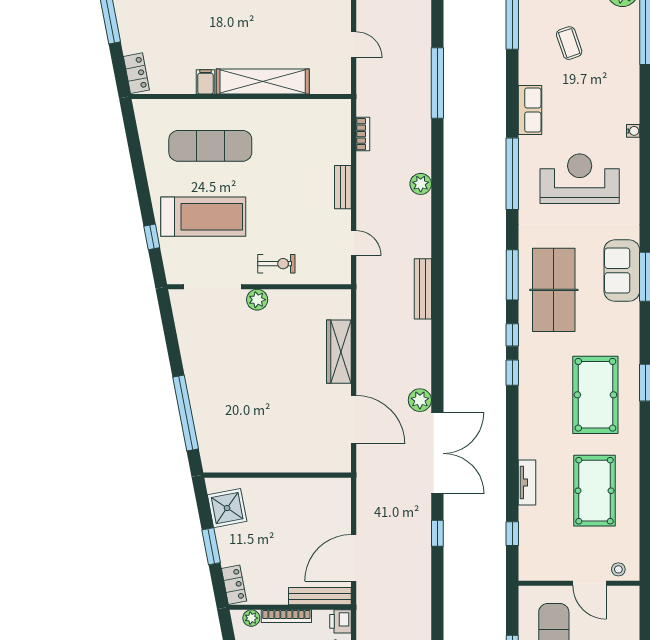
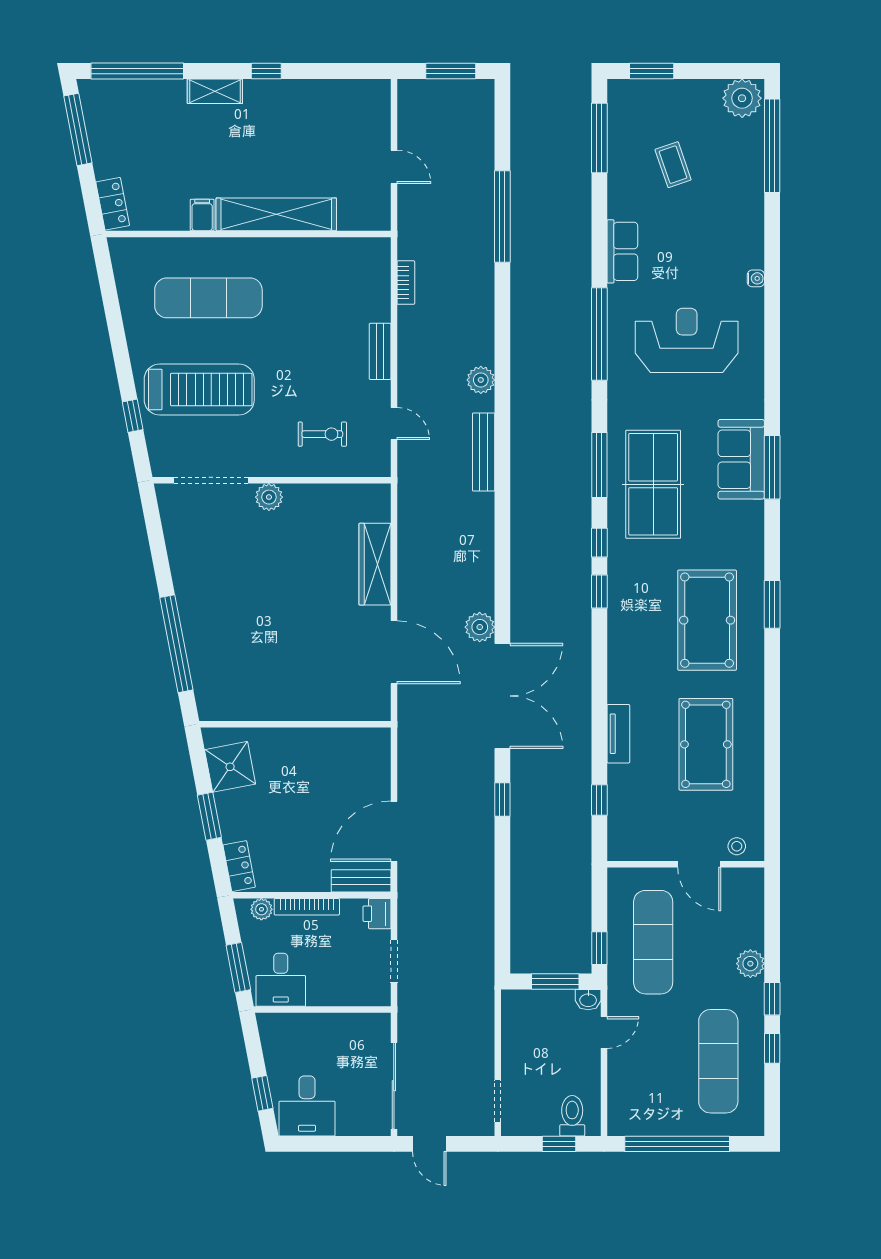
plant: (421, 184) -> (481, 380), moved
exercise bike: (276, 264) -> (322, 434), moved
bench: (423, 289) -> (484, 452), moved
bench: (320, 596) -> (361, 881), width x0.73

